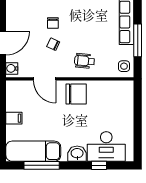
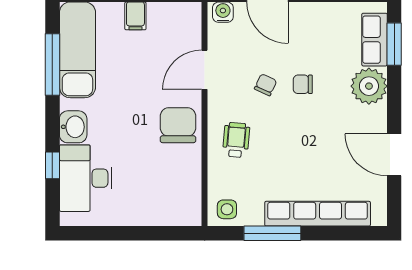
chair: (76, 94) -> (178, 125), turned 180

